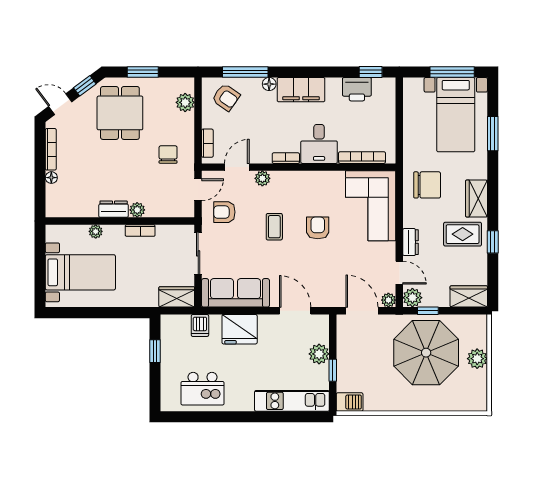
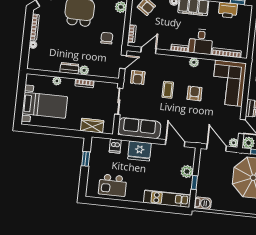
plant: (262, 178) -> (194, 62), moved
armchair: (224, 212) -> (138, 77), turned -90
wardrobe: (177, 297) -> (92, 126), moved

